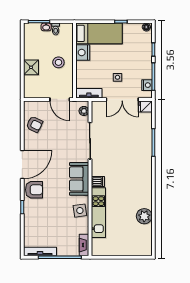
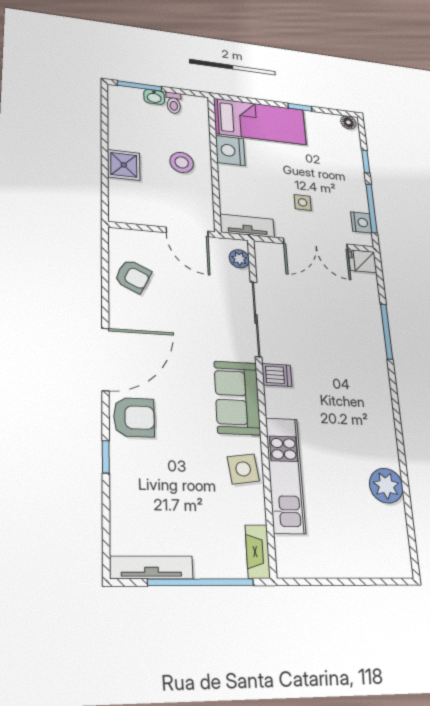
dishwasher: (98, 182) -> (277, 375), moved

